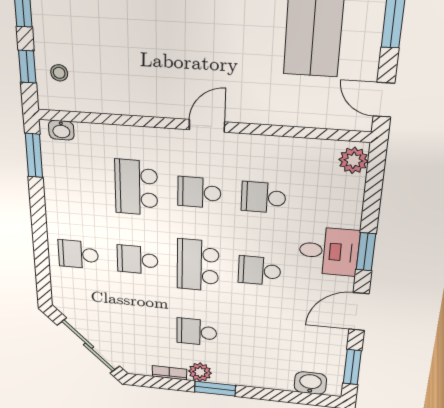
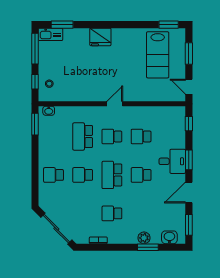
plant: (353, 160) -> (179, 115), removed
window: (374, 180) -> (189, 124), added
plant: (200, 372) -> (144, 238), moved
window: (215, 389) -> (148, 247), moved

